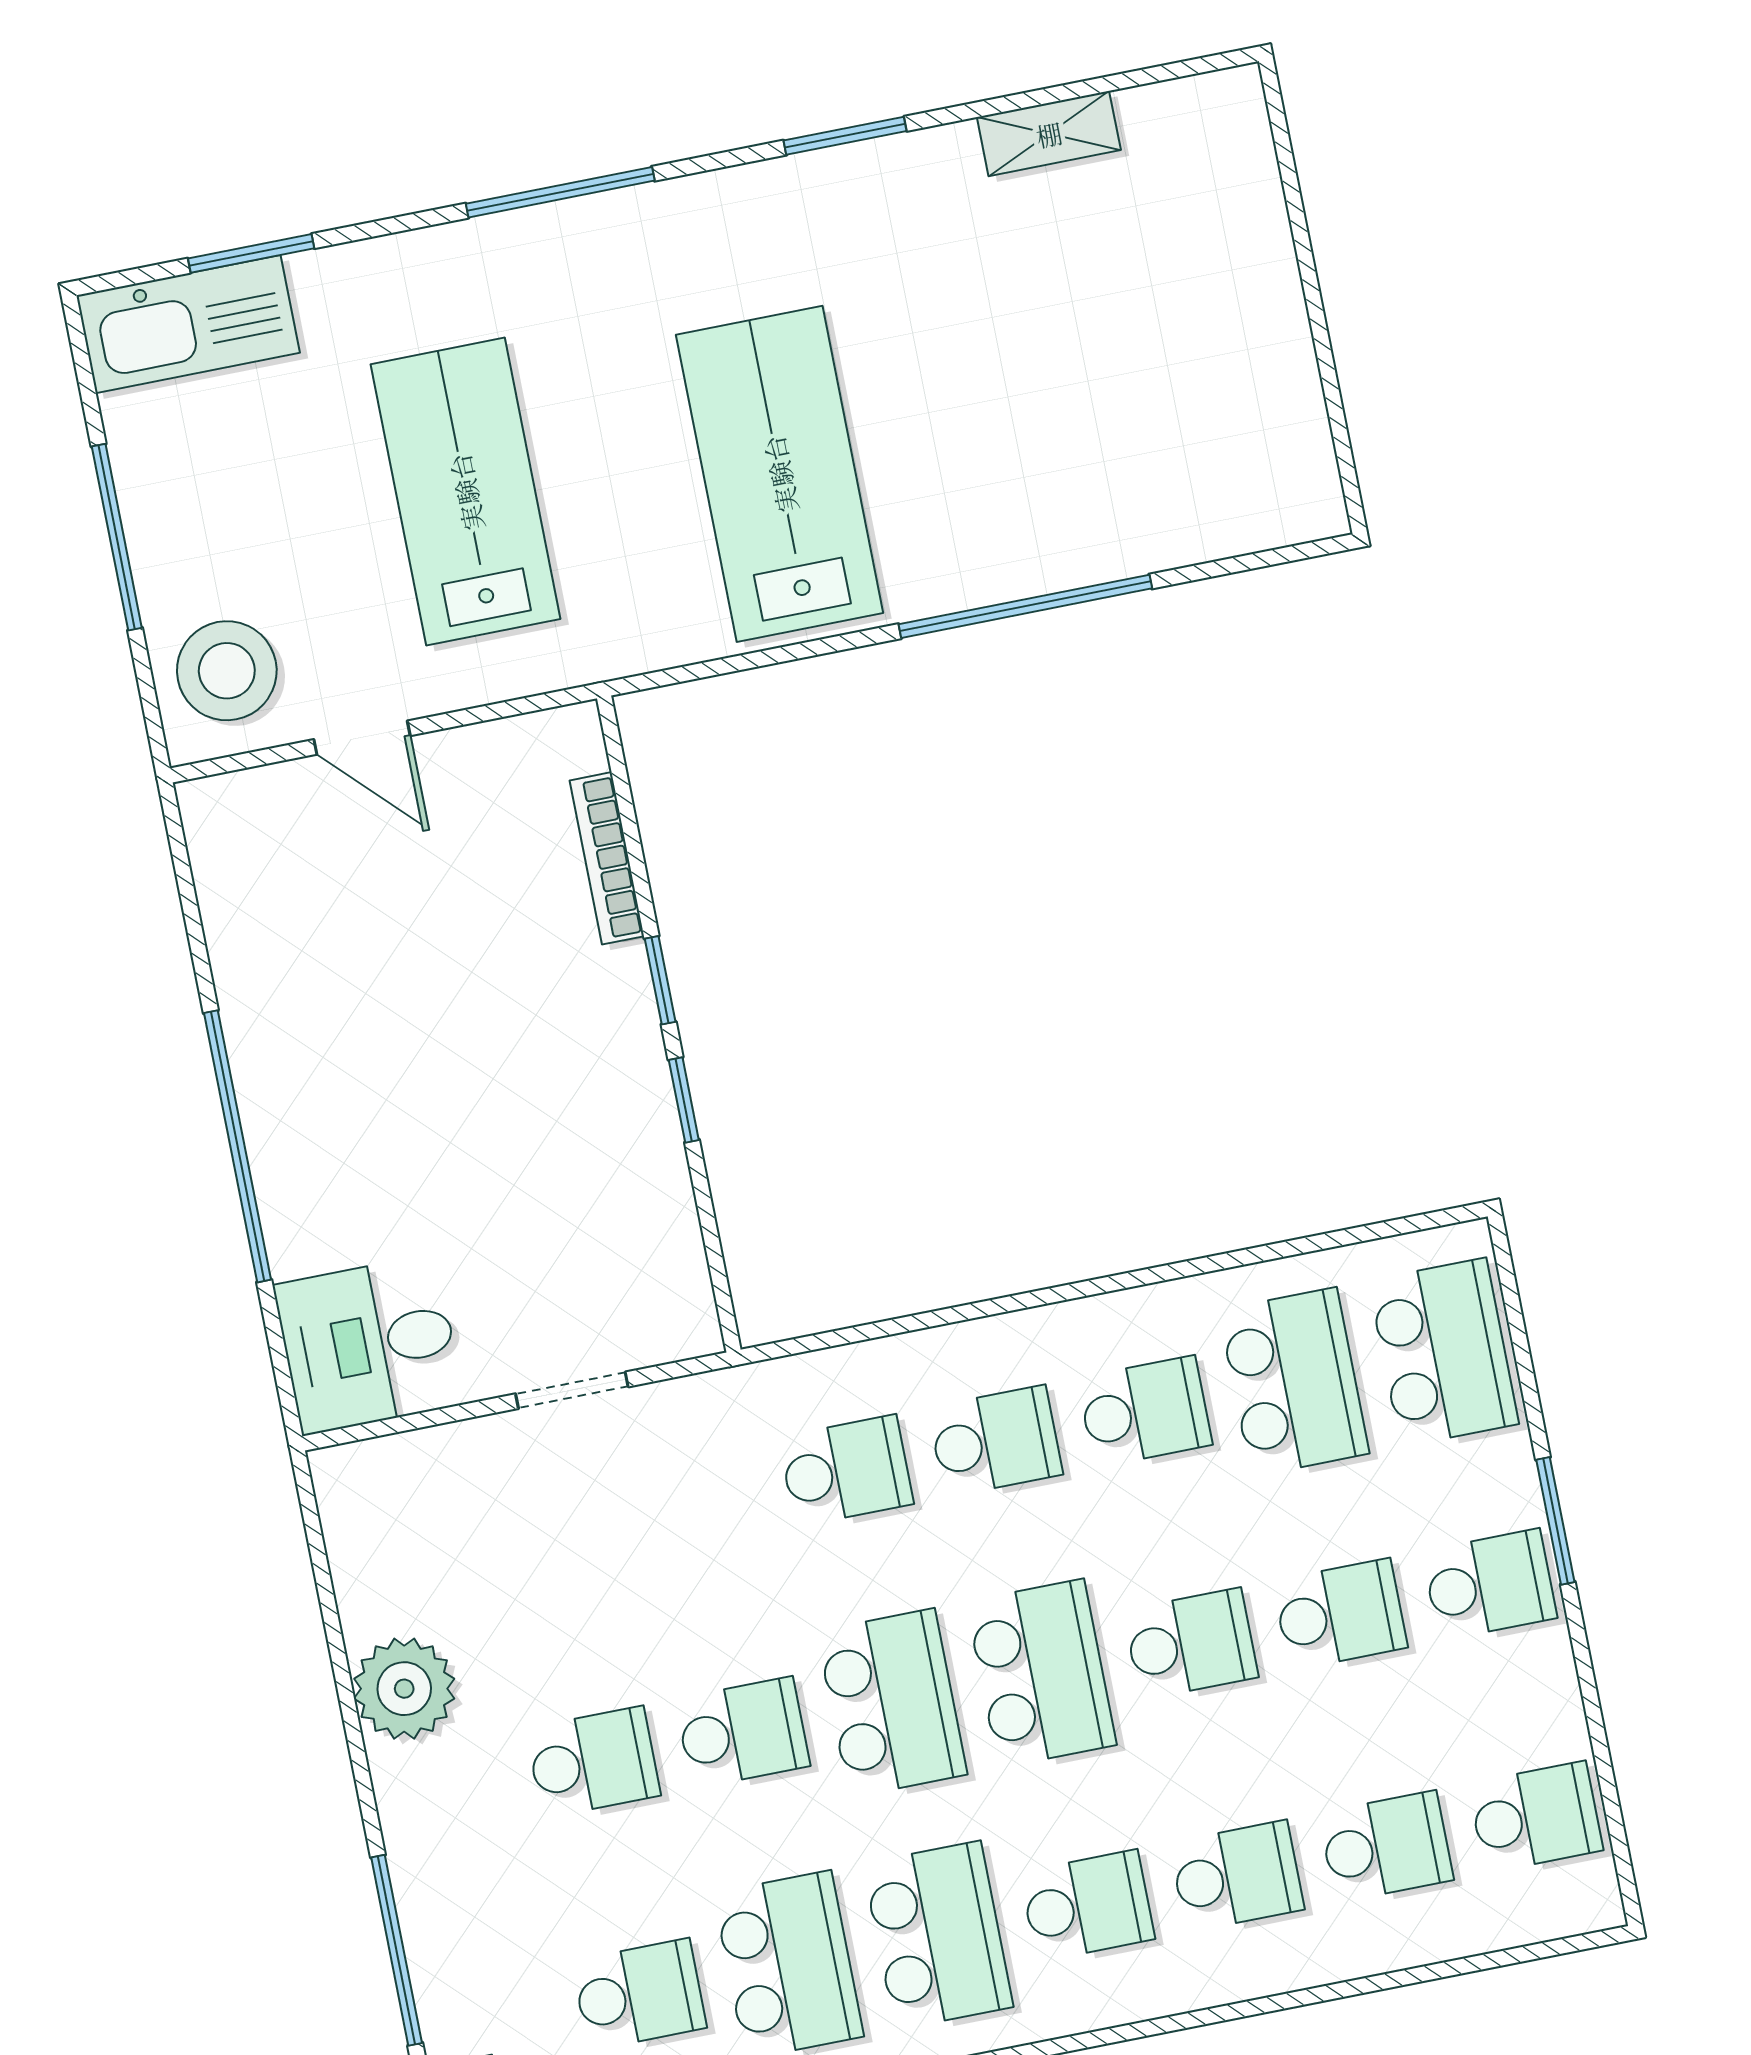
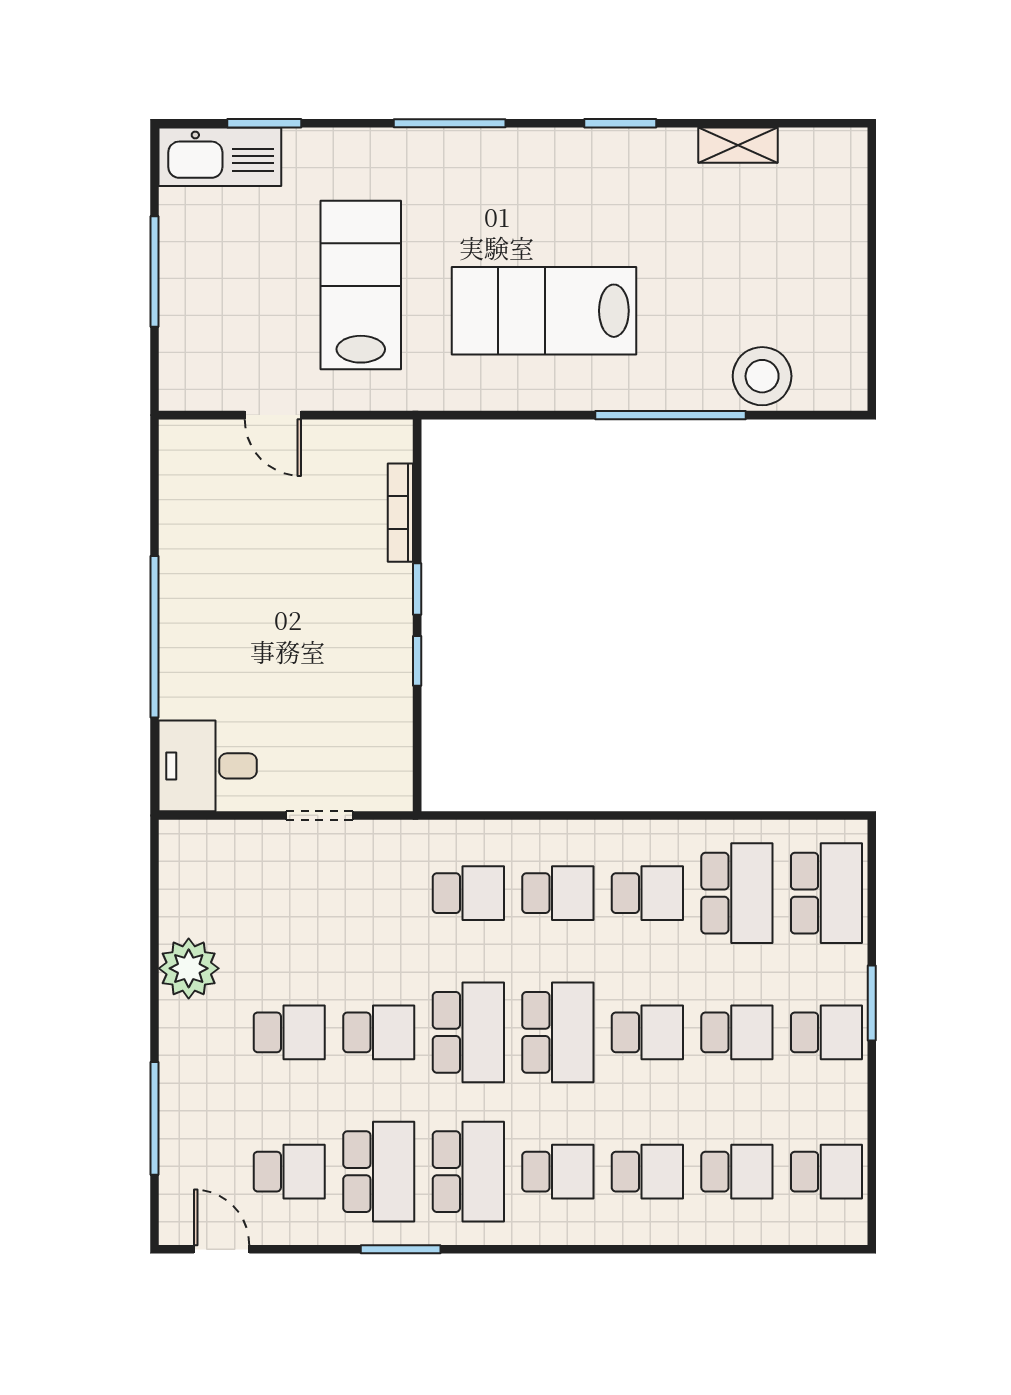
lab bench: (780, 474) -> (544, 311), turned -90
stool: (227, 671) -> (762, 376), moved

